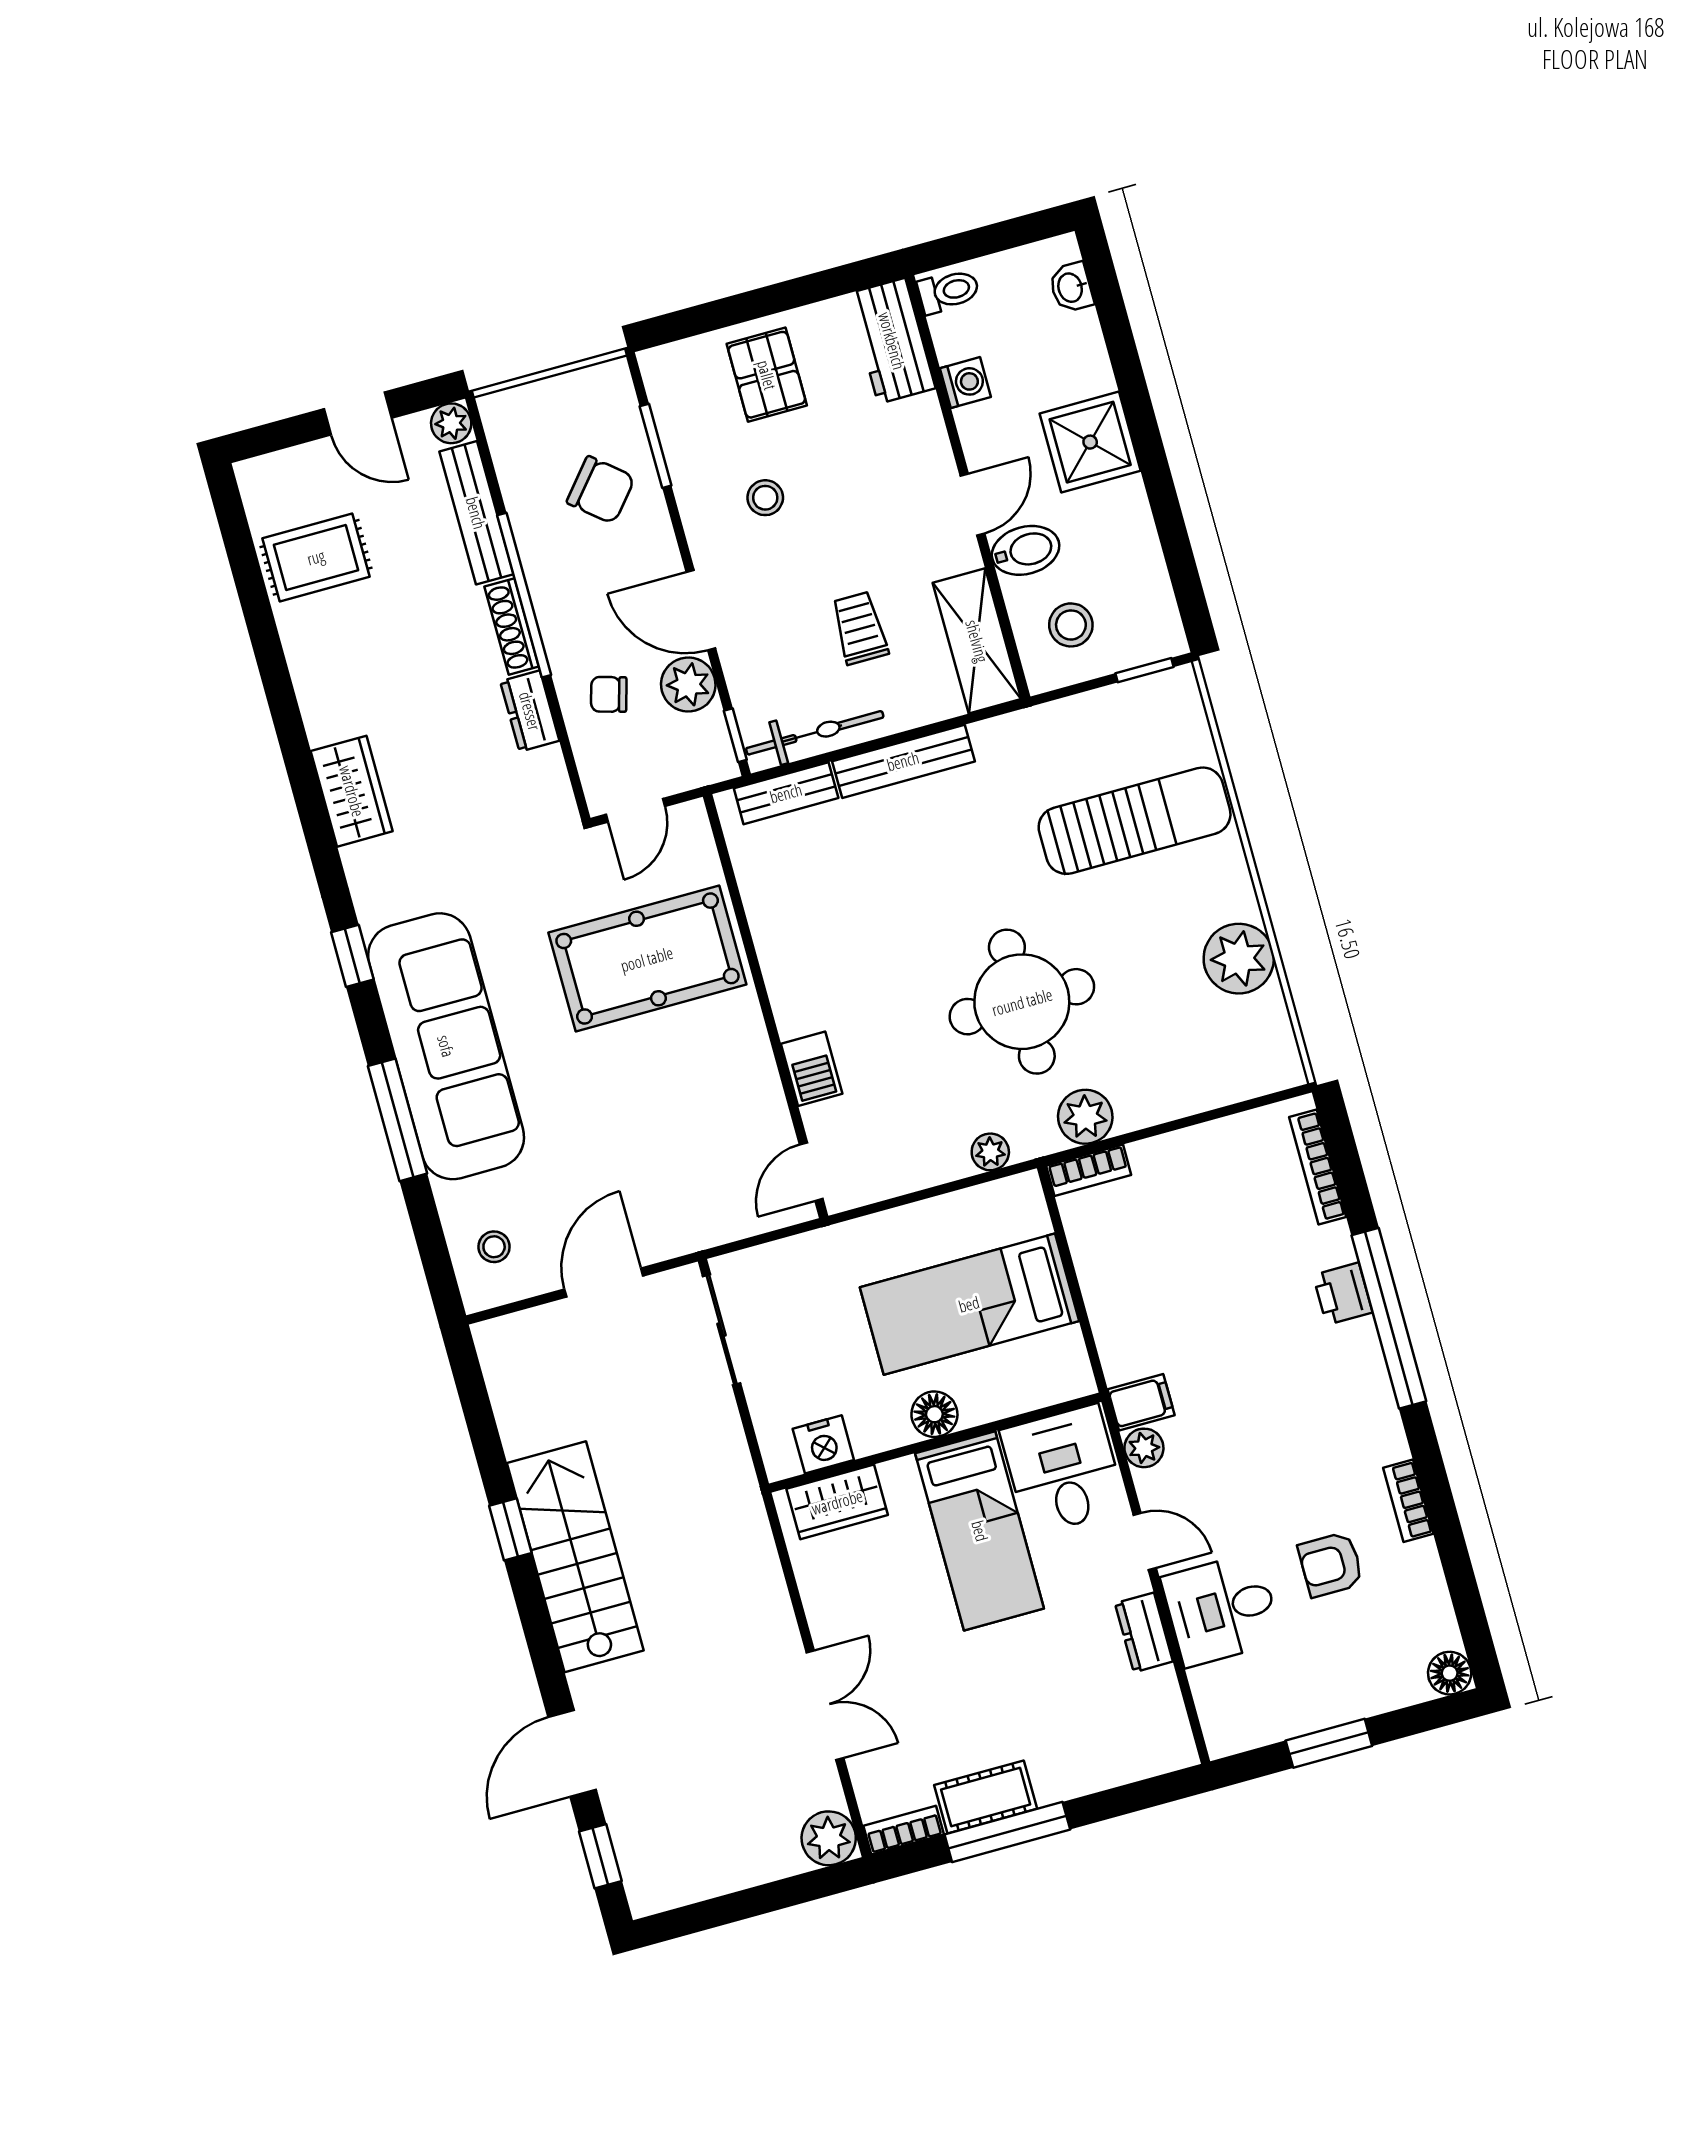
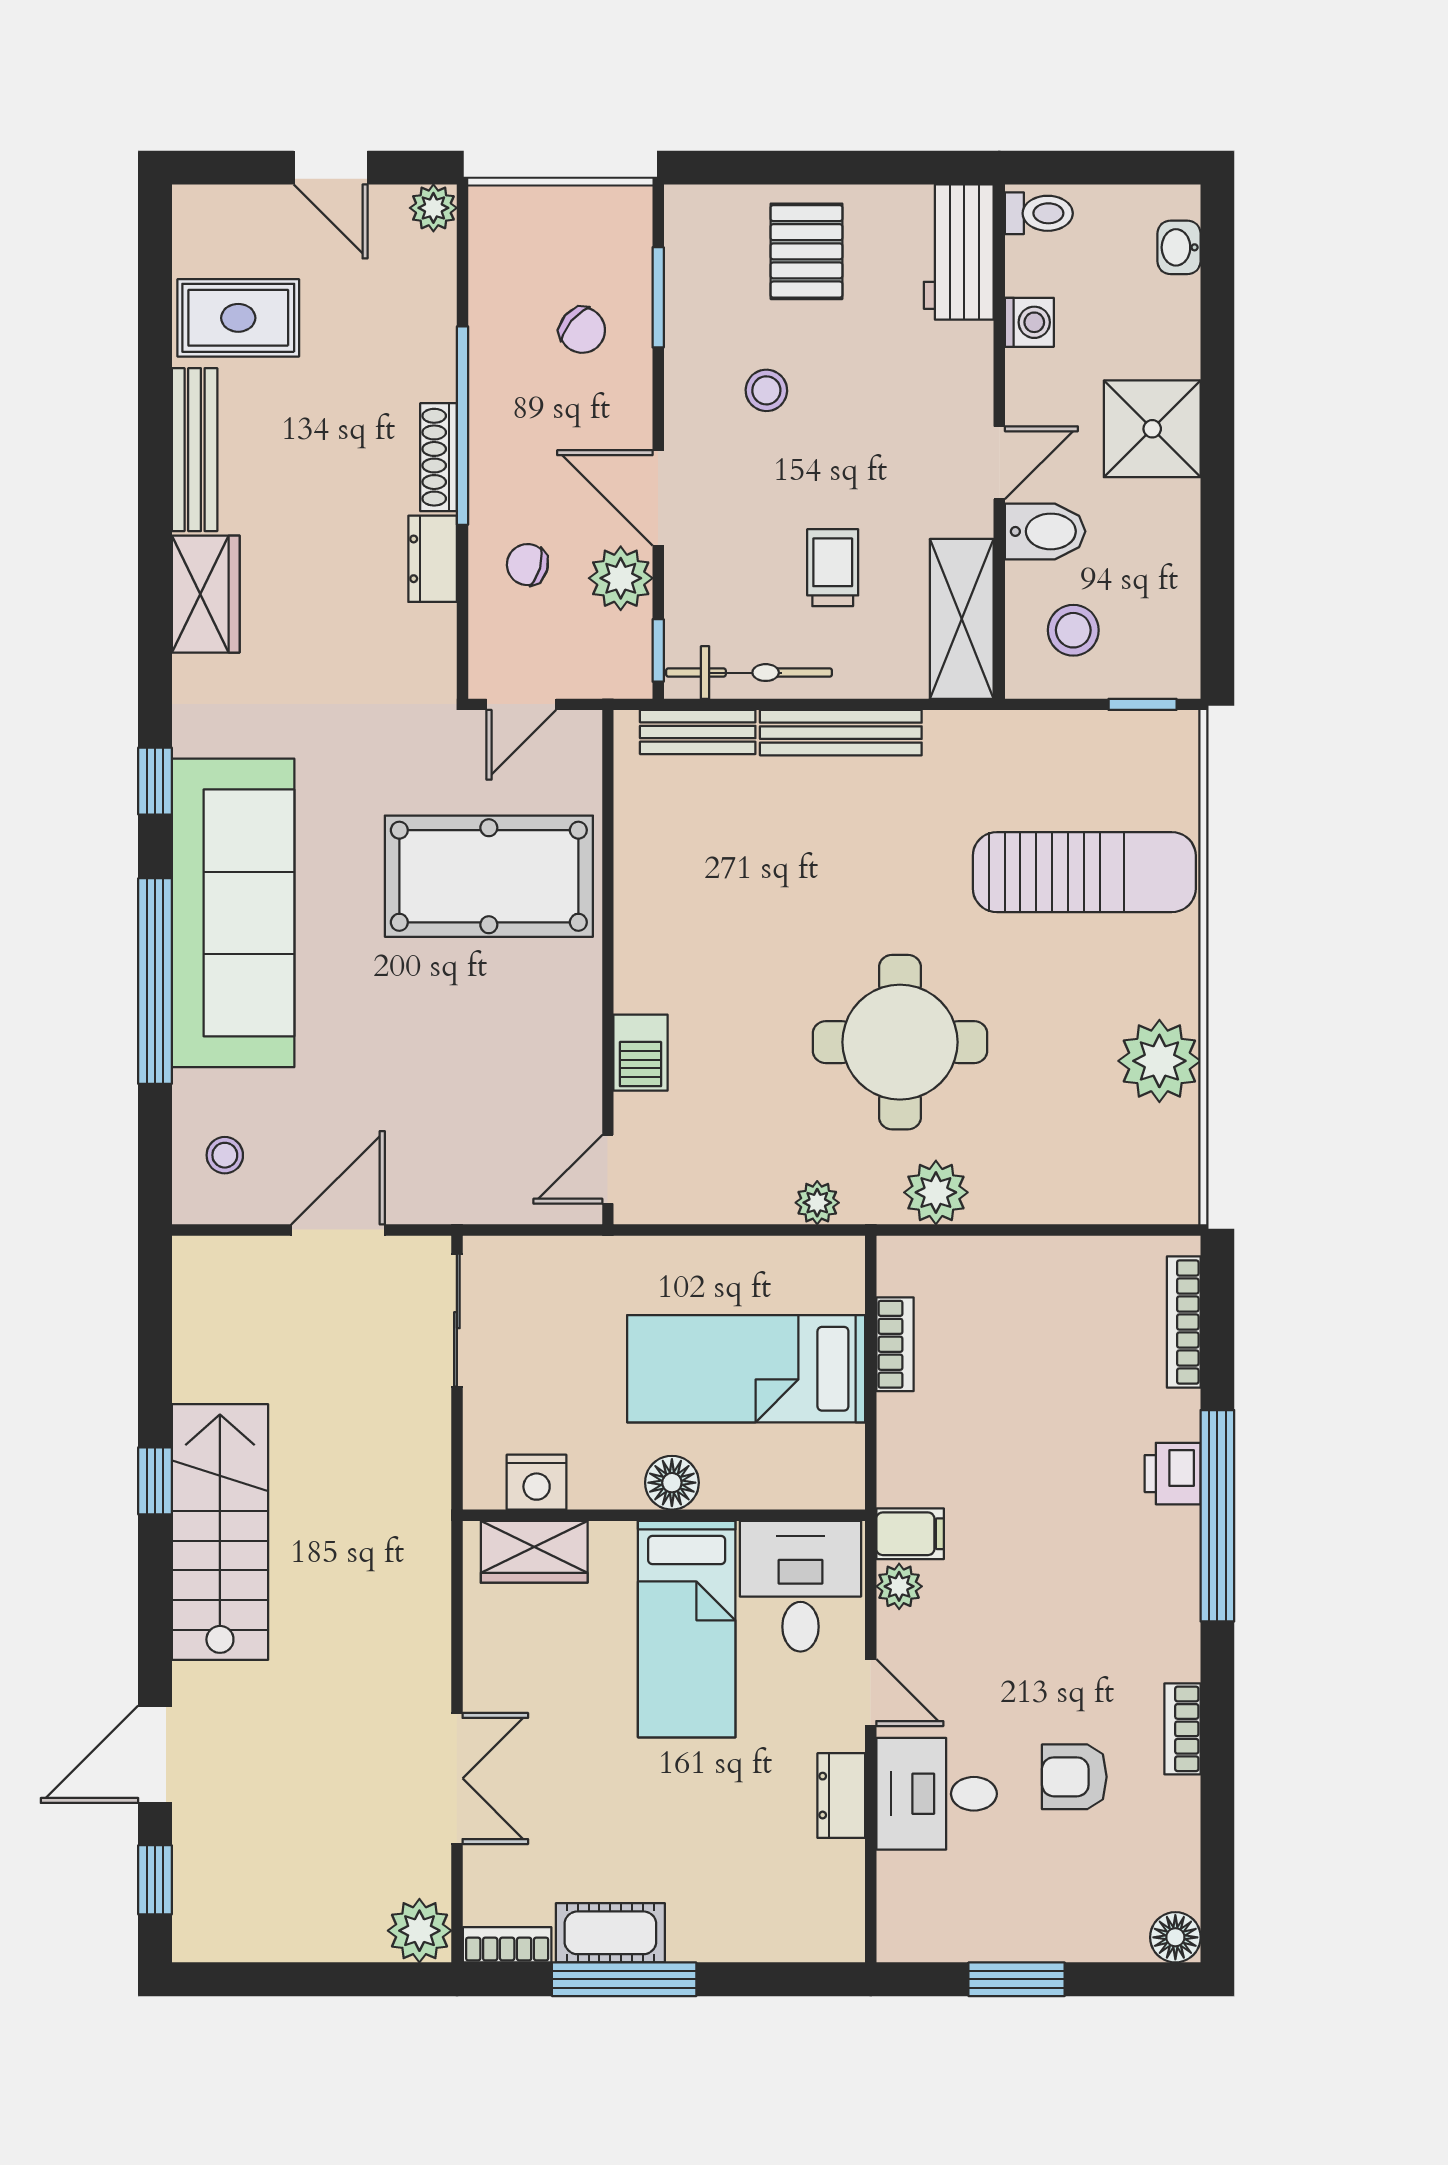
chair: (601, 490) -> (582, 330), width x0.73, depth x0.73
bench: (476, 513) -> (195, 450), moved
window: (398, 1120) -> (155, 981), width x1.46
bookcase: (1089, 1170) -> (895, 1344), moved, turned -90

